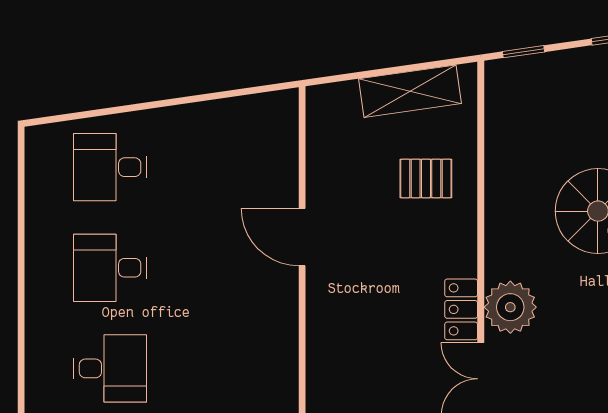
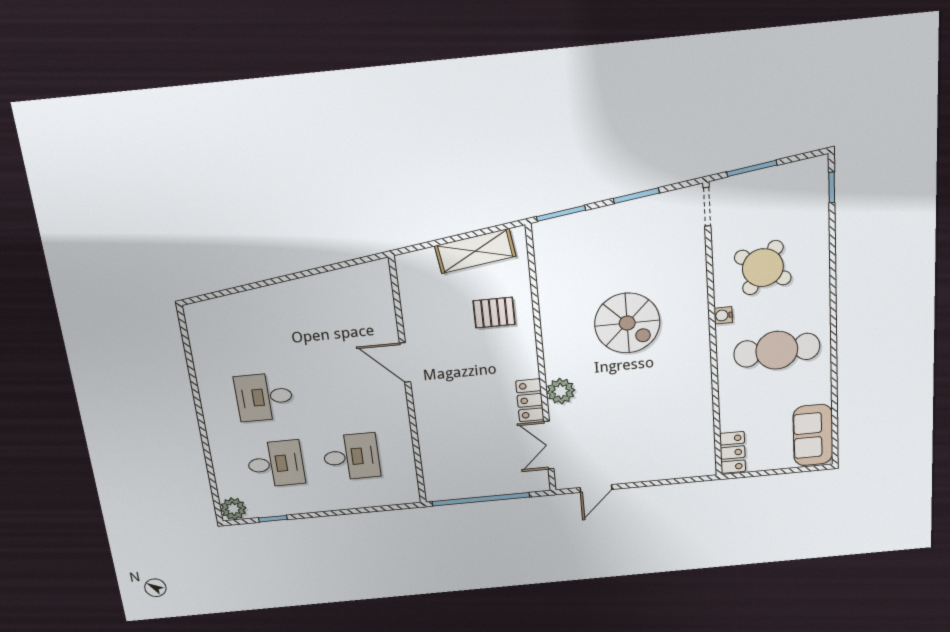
window: (524, 52) -> (561, 213), width x1.50
desk: (110, 167) -> (351, 457), moved, turned 180
plant: (510, 307) -> (561, 391), width x0.73, depth x0.73

